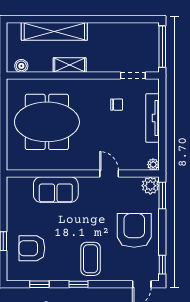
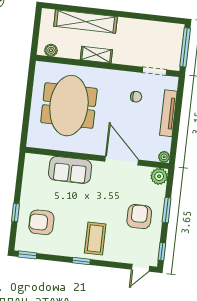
meeting table: (47, 122) -> (69, 106), turned 90
door: (109, 174) -> (122, 161), width x1.87
window: (162, 195) -> (167, 210), moved
armchair: (134, 230) -> (139, 217), width x0.73, depth x0.73
window: (39, 284) -> (27, 255), moved

